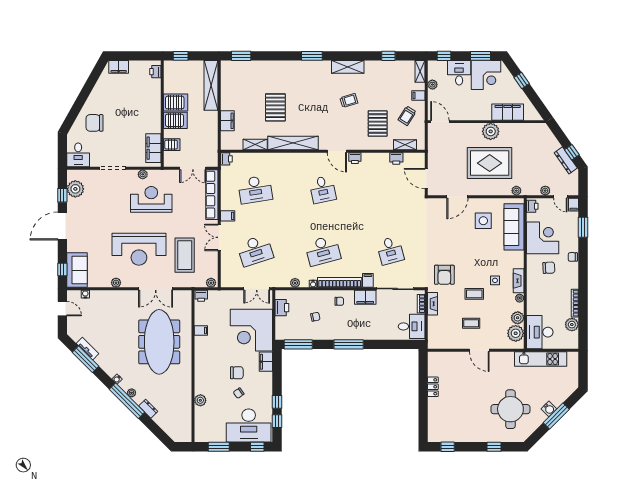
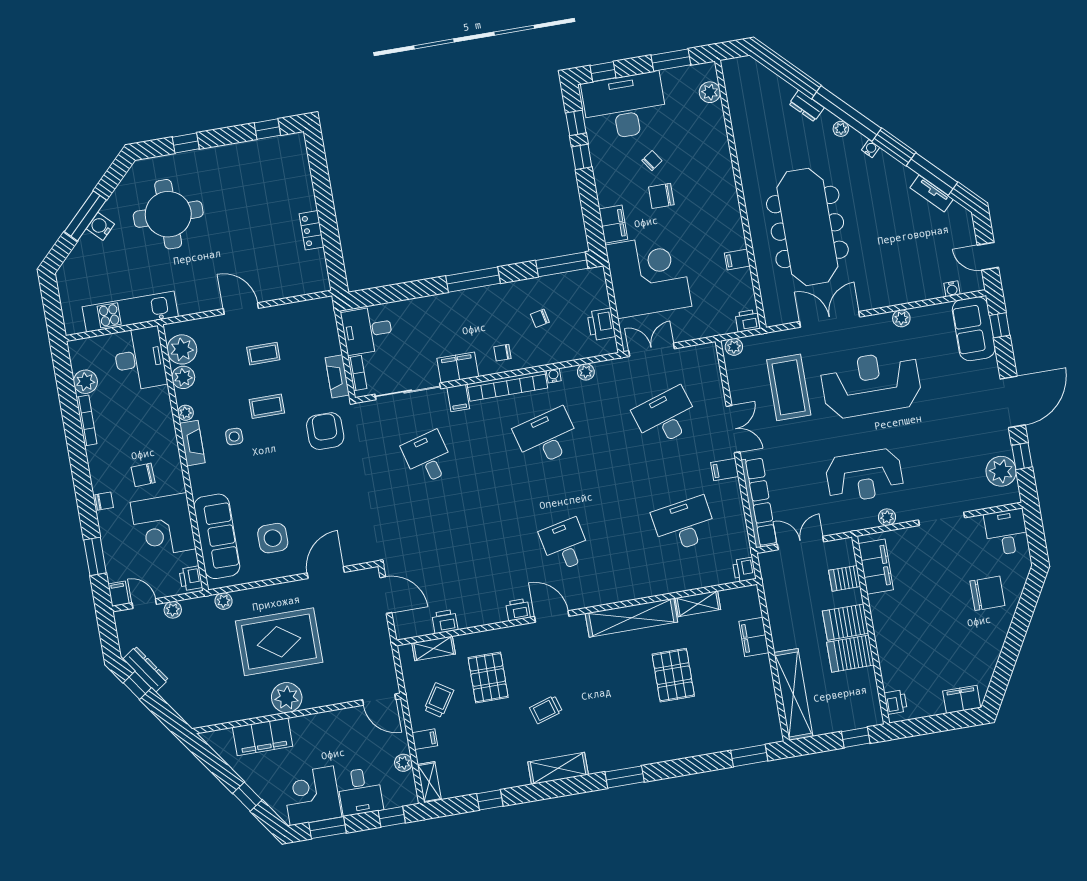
plant: (200, 400) -> (710, 92), moved

